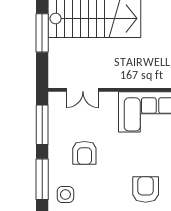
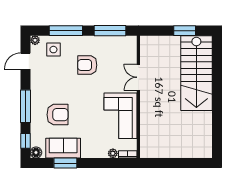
window: (42, 33) -> (185, 31), width x0.69
double door: (83, 90) -> (138, 77), moved

